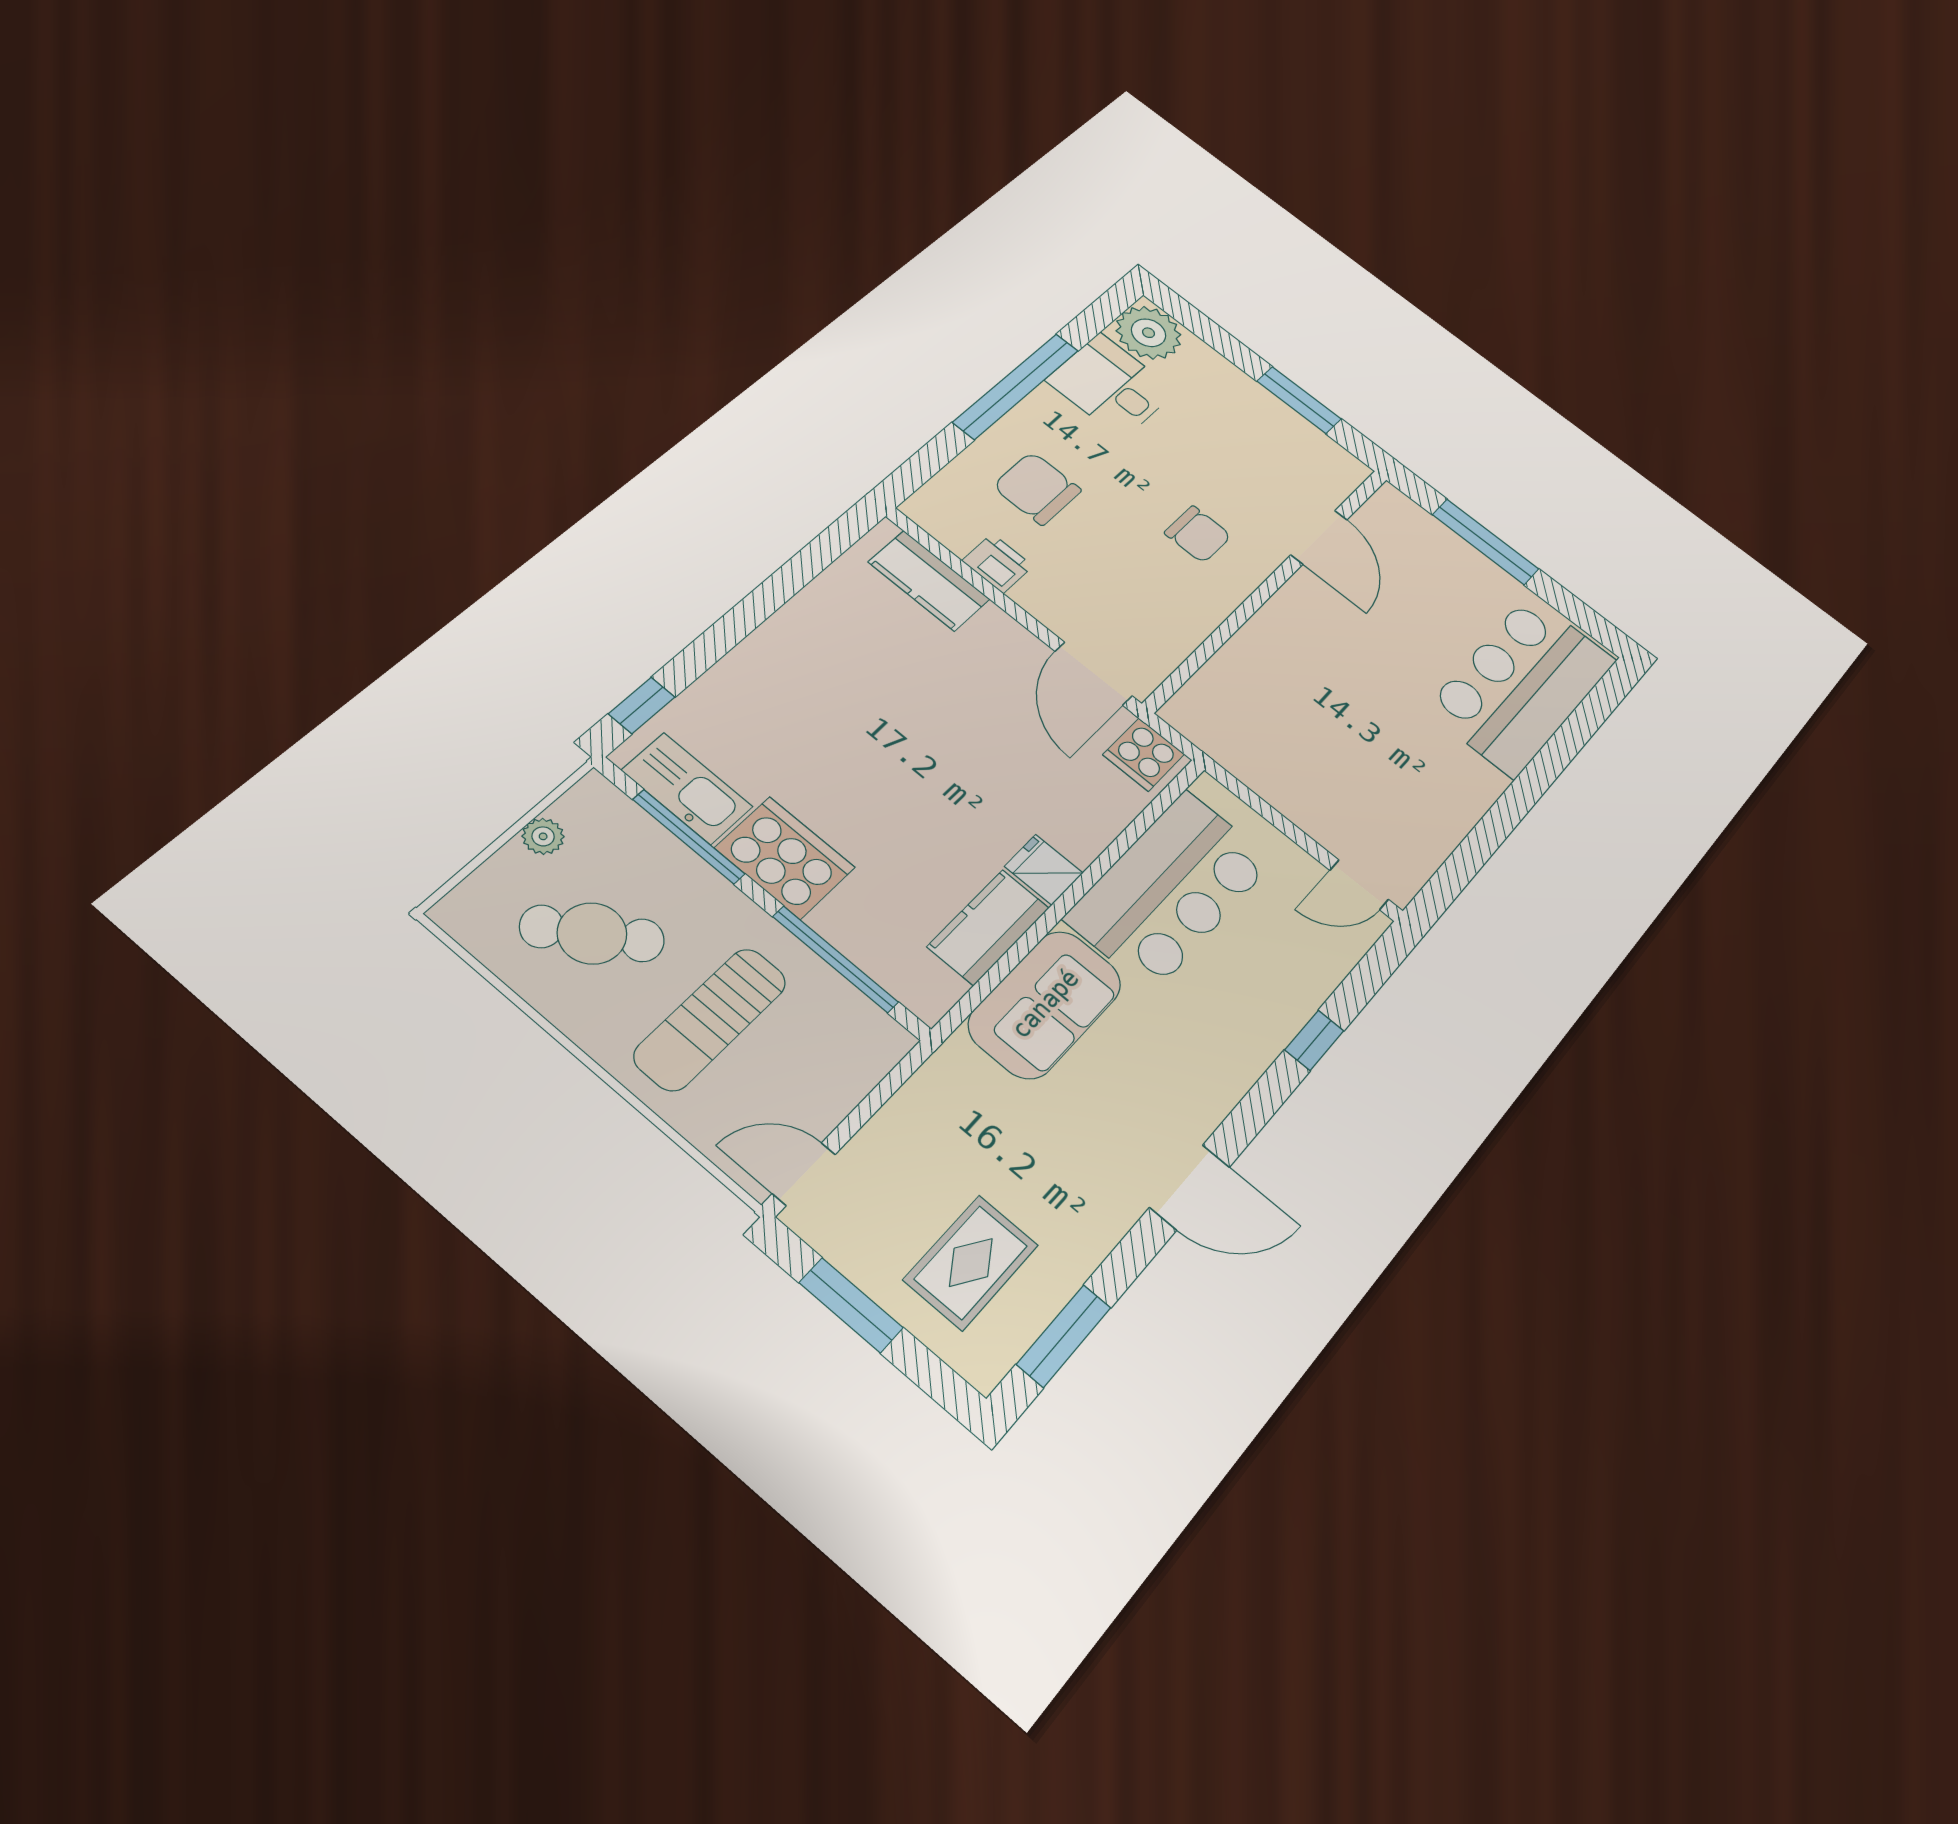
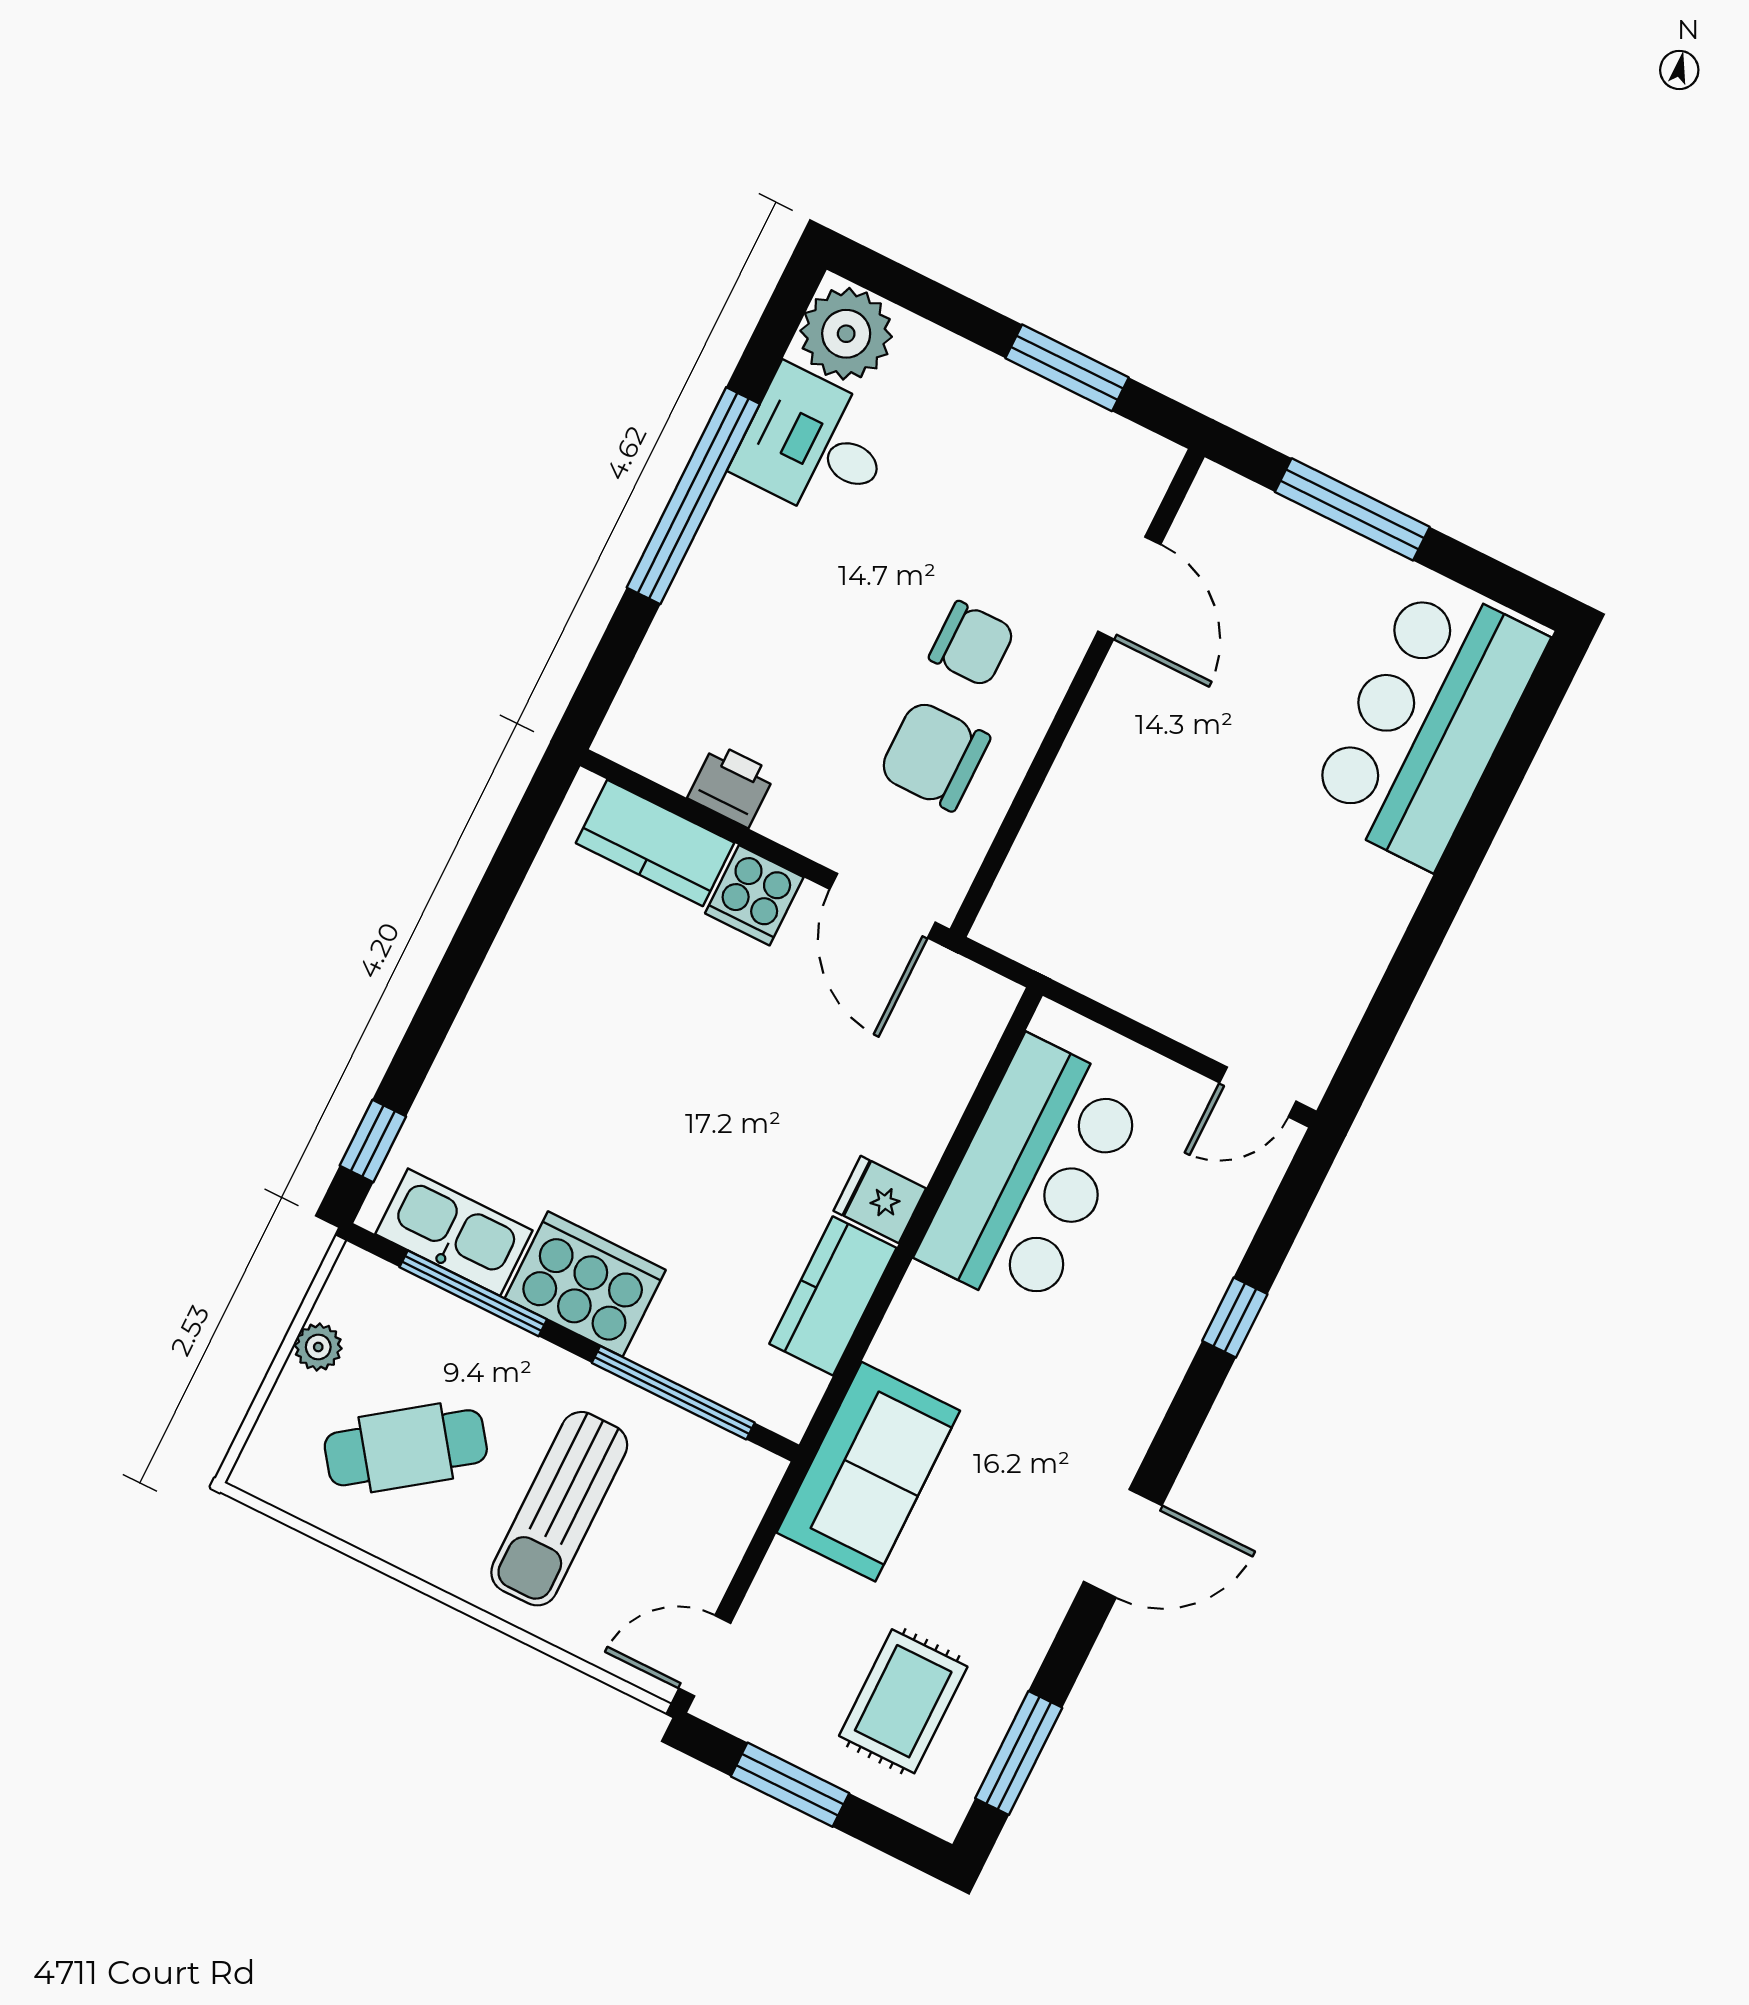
chair: (1037, 488) -> (934, 756), moved
cooker: (1144, 754) -> (754, 895), moved
sofa: (1045, 1004) -> (868, 1472), moved

